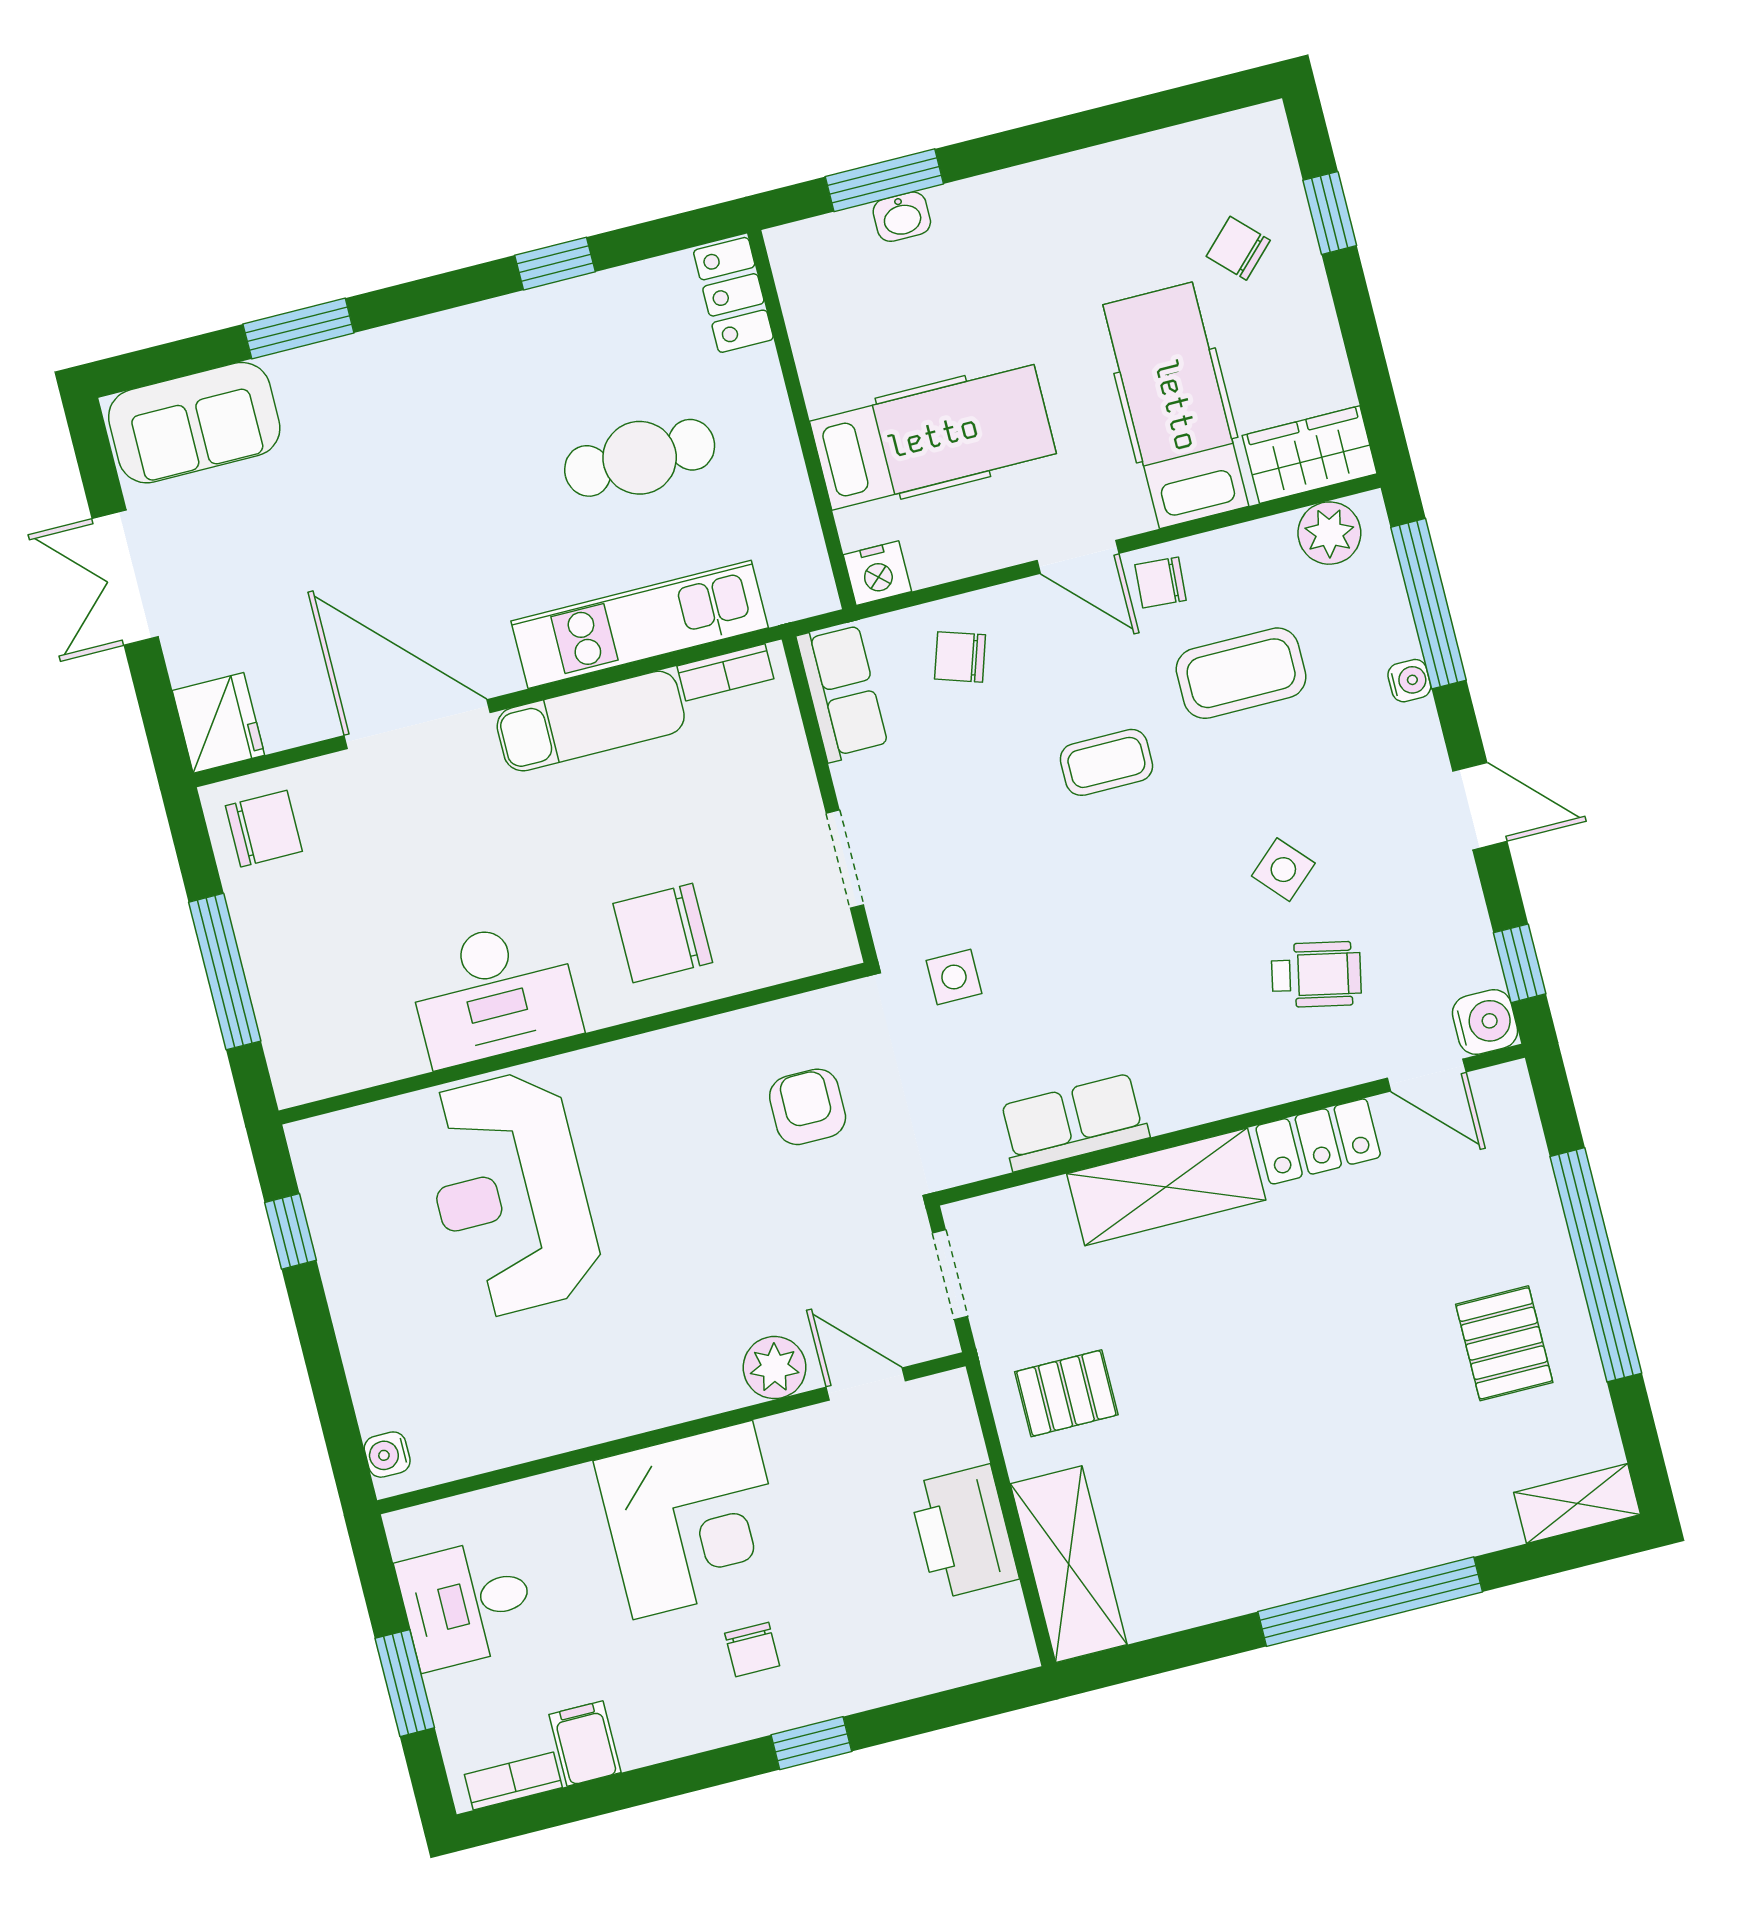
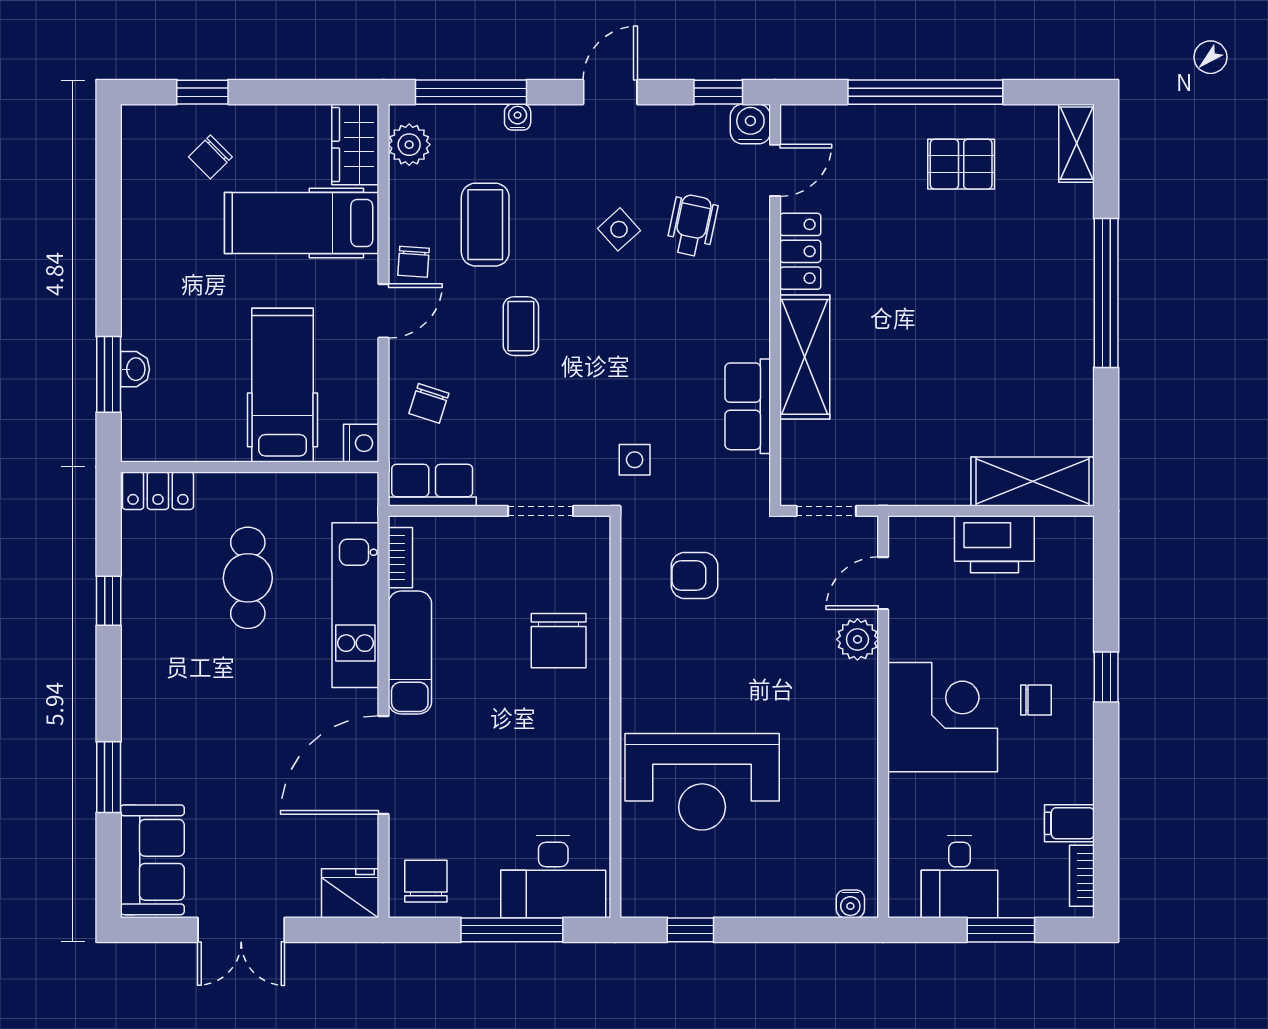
desk: (494, 993) -> (553, 877), moved, turned 90
pallet: (1066, 1393) -> (922, 455), removed

